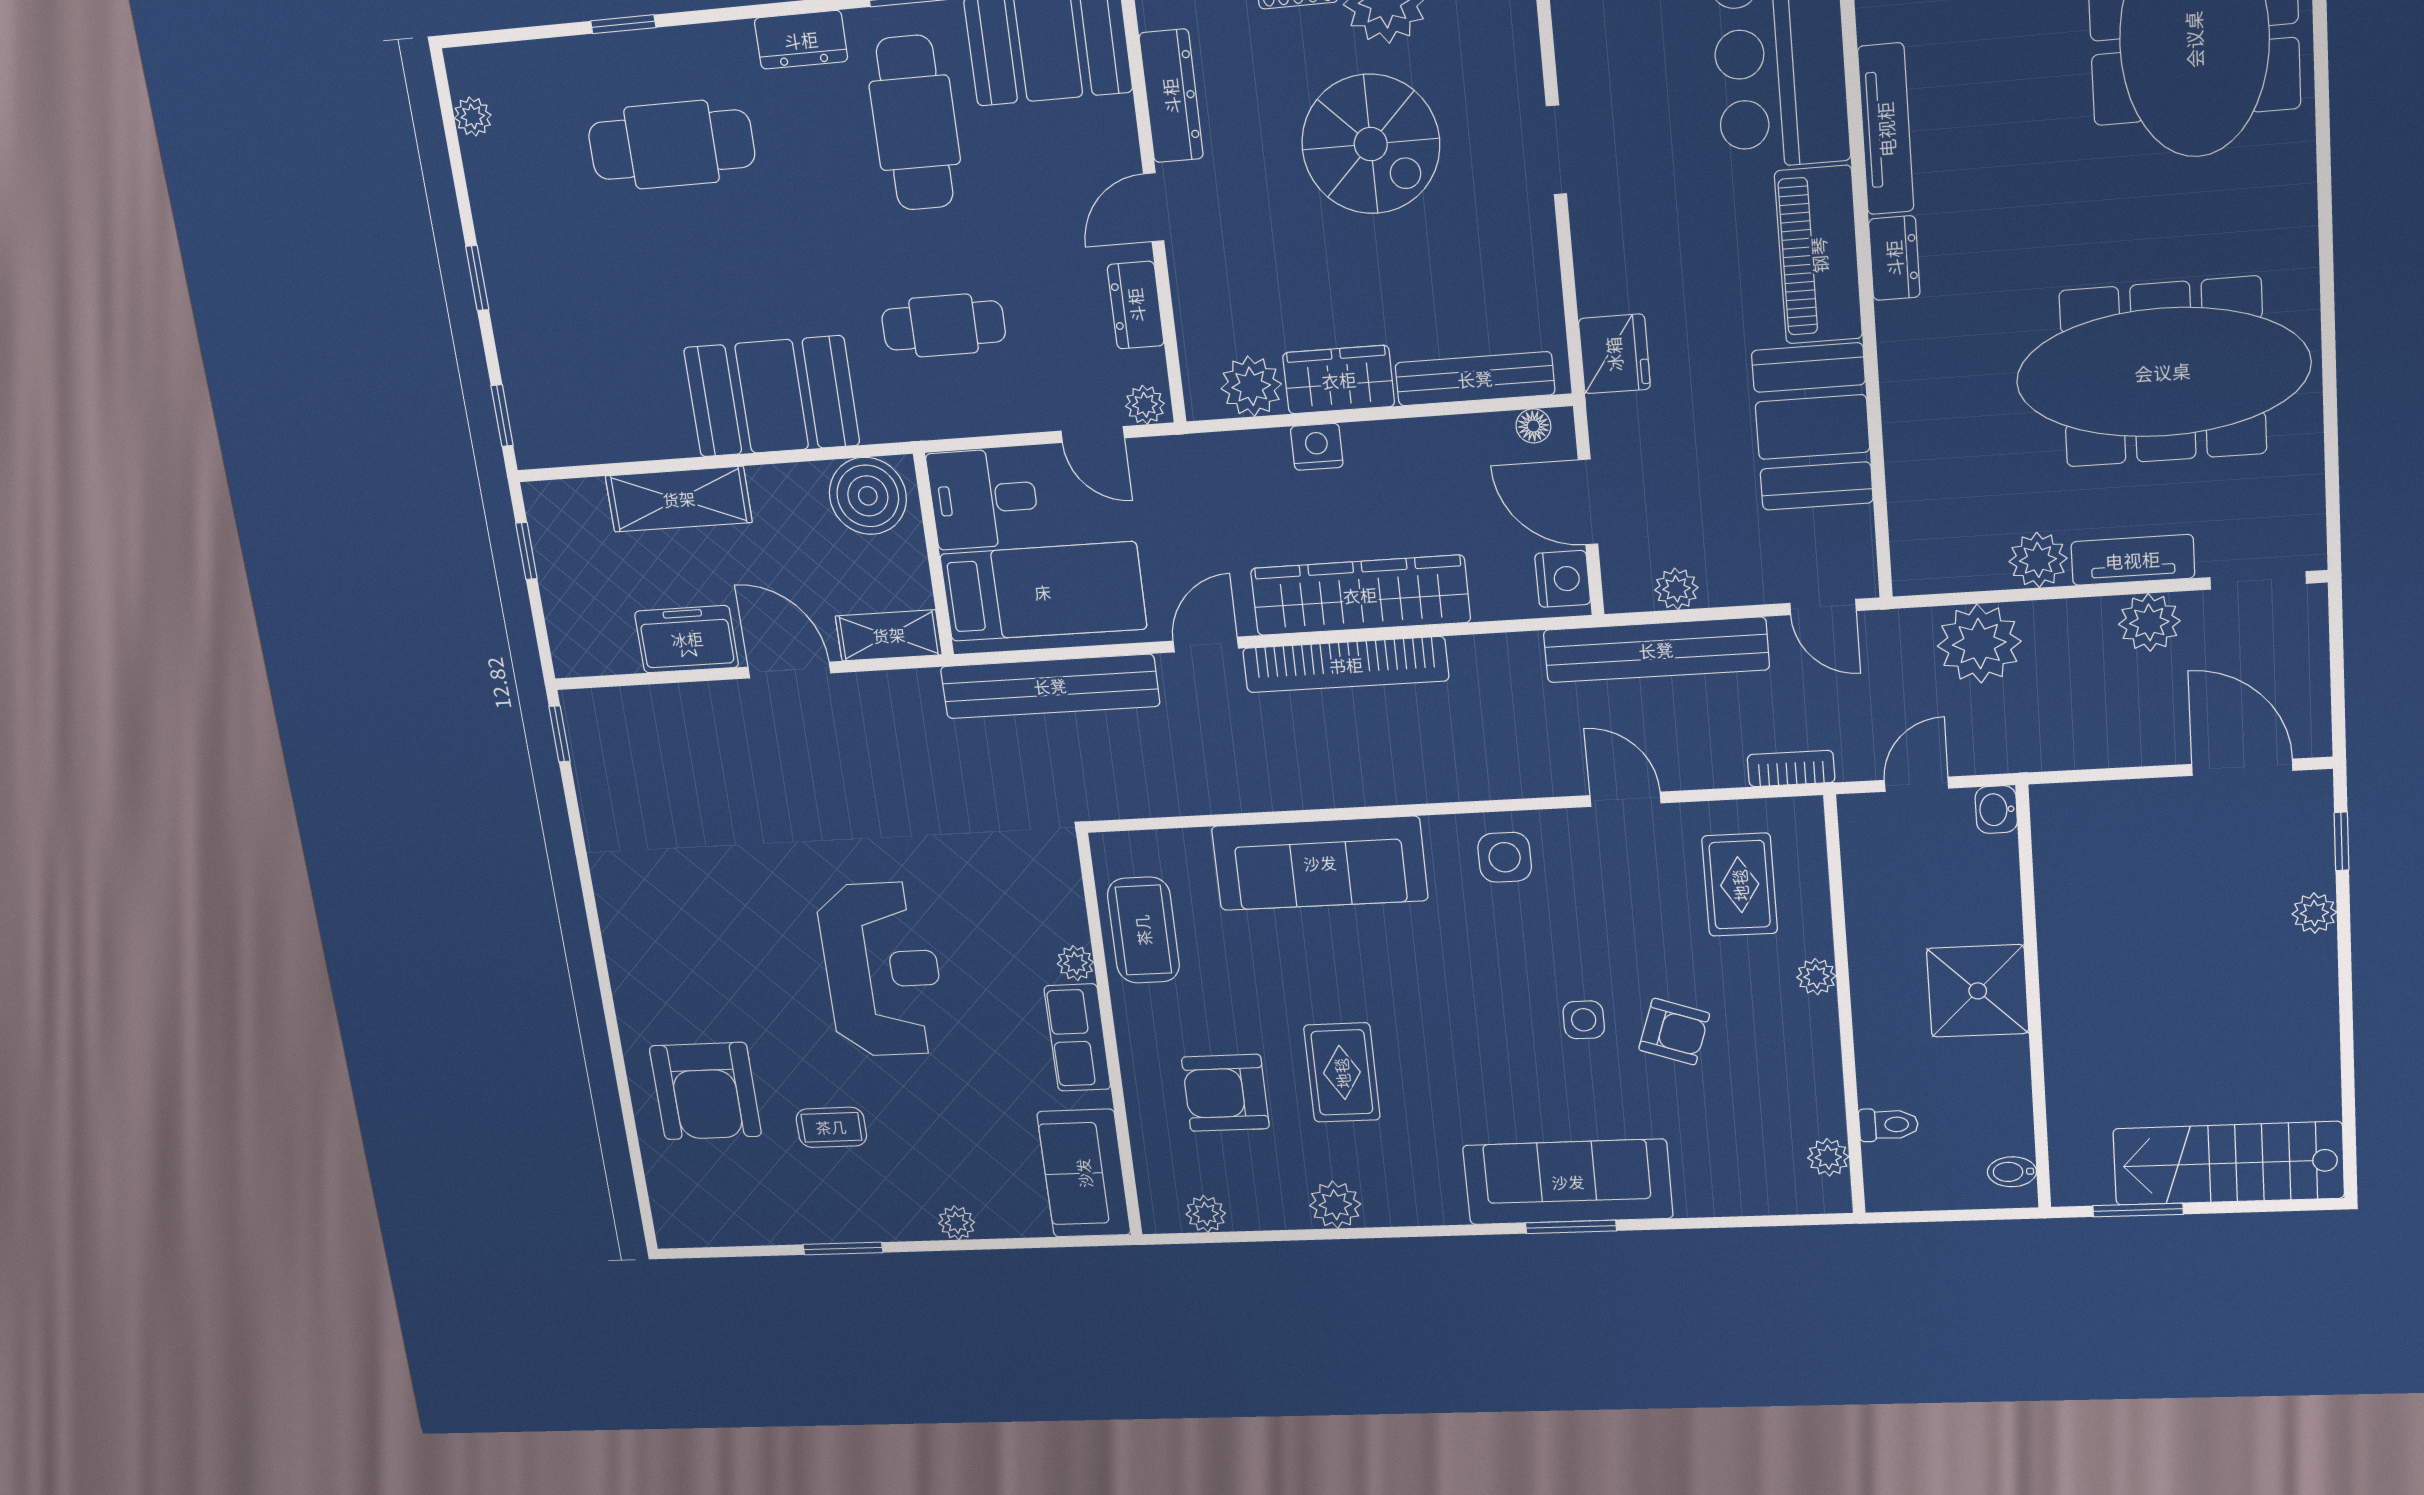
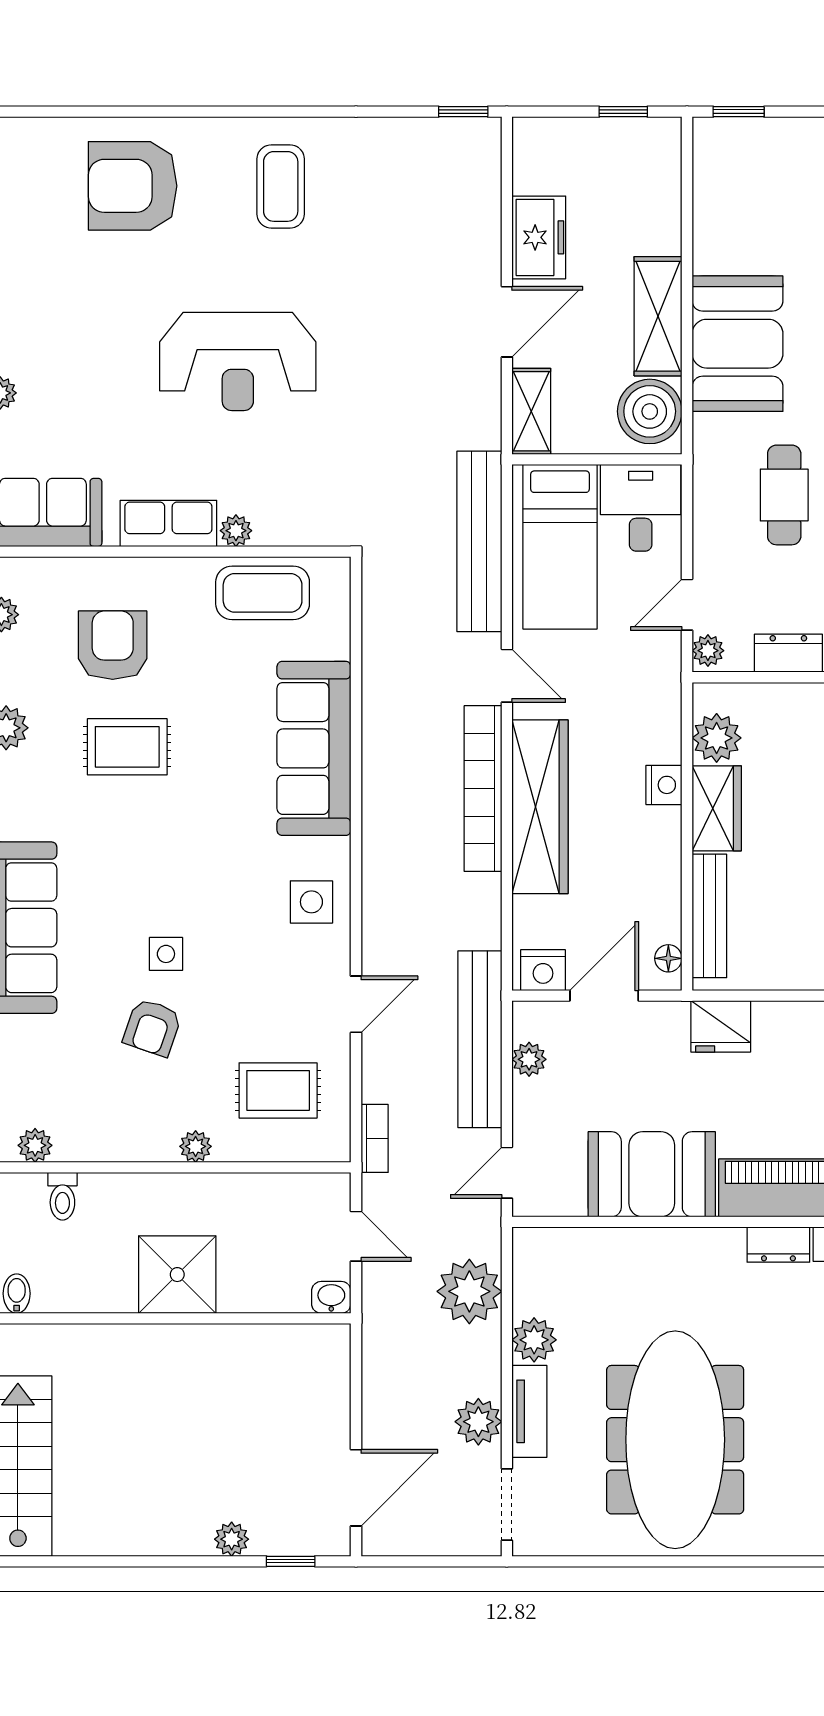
shelving: (679, 499) -> (658, 316), moved
coffee table: (831, 1127) -> (281, 186), moved, width x1.36, depth x1.30

